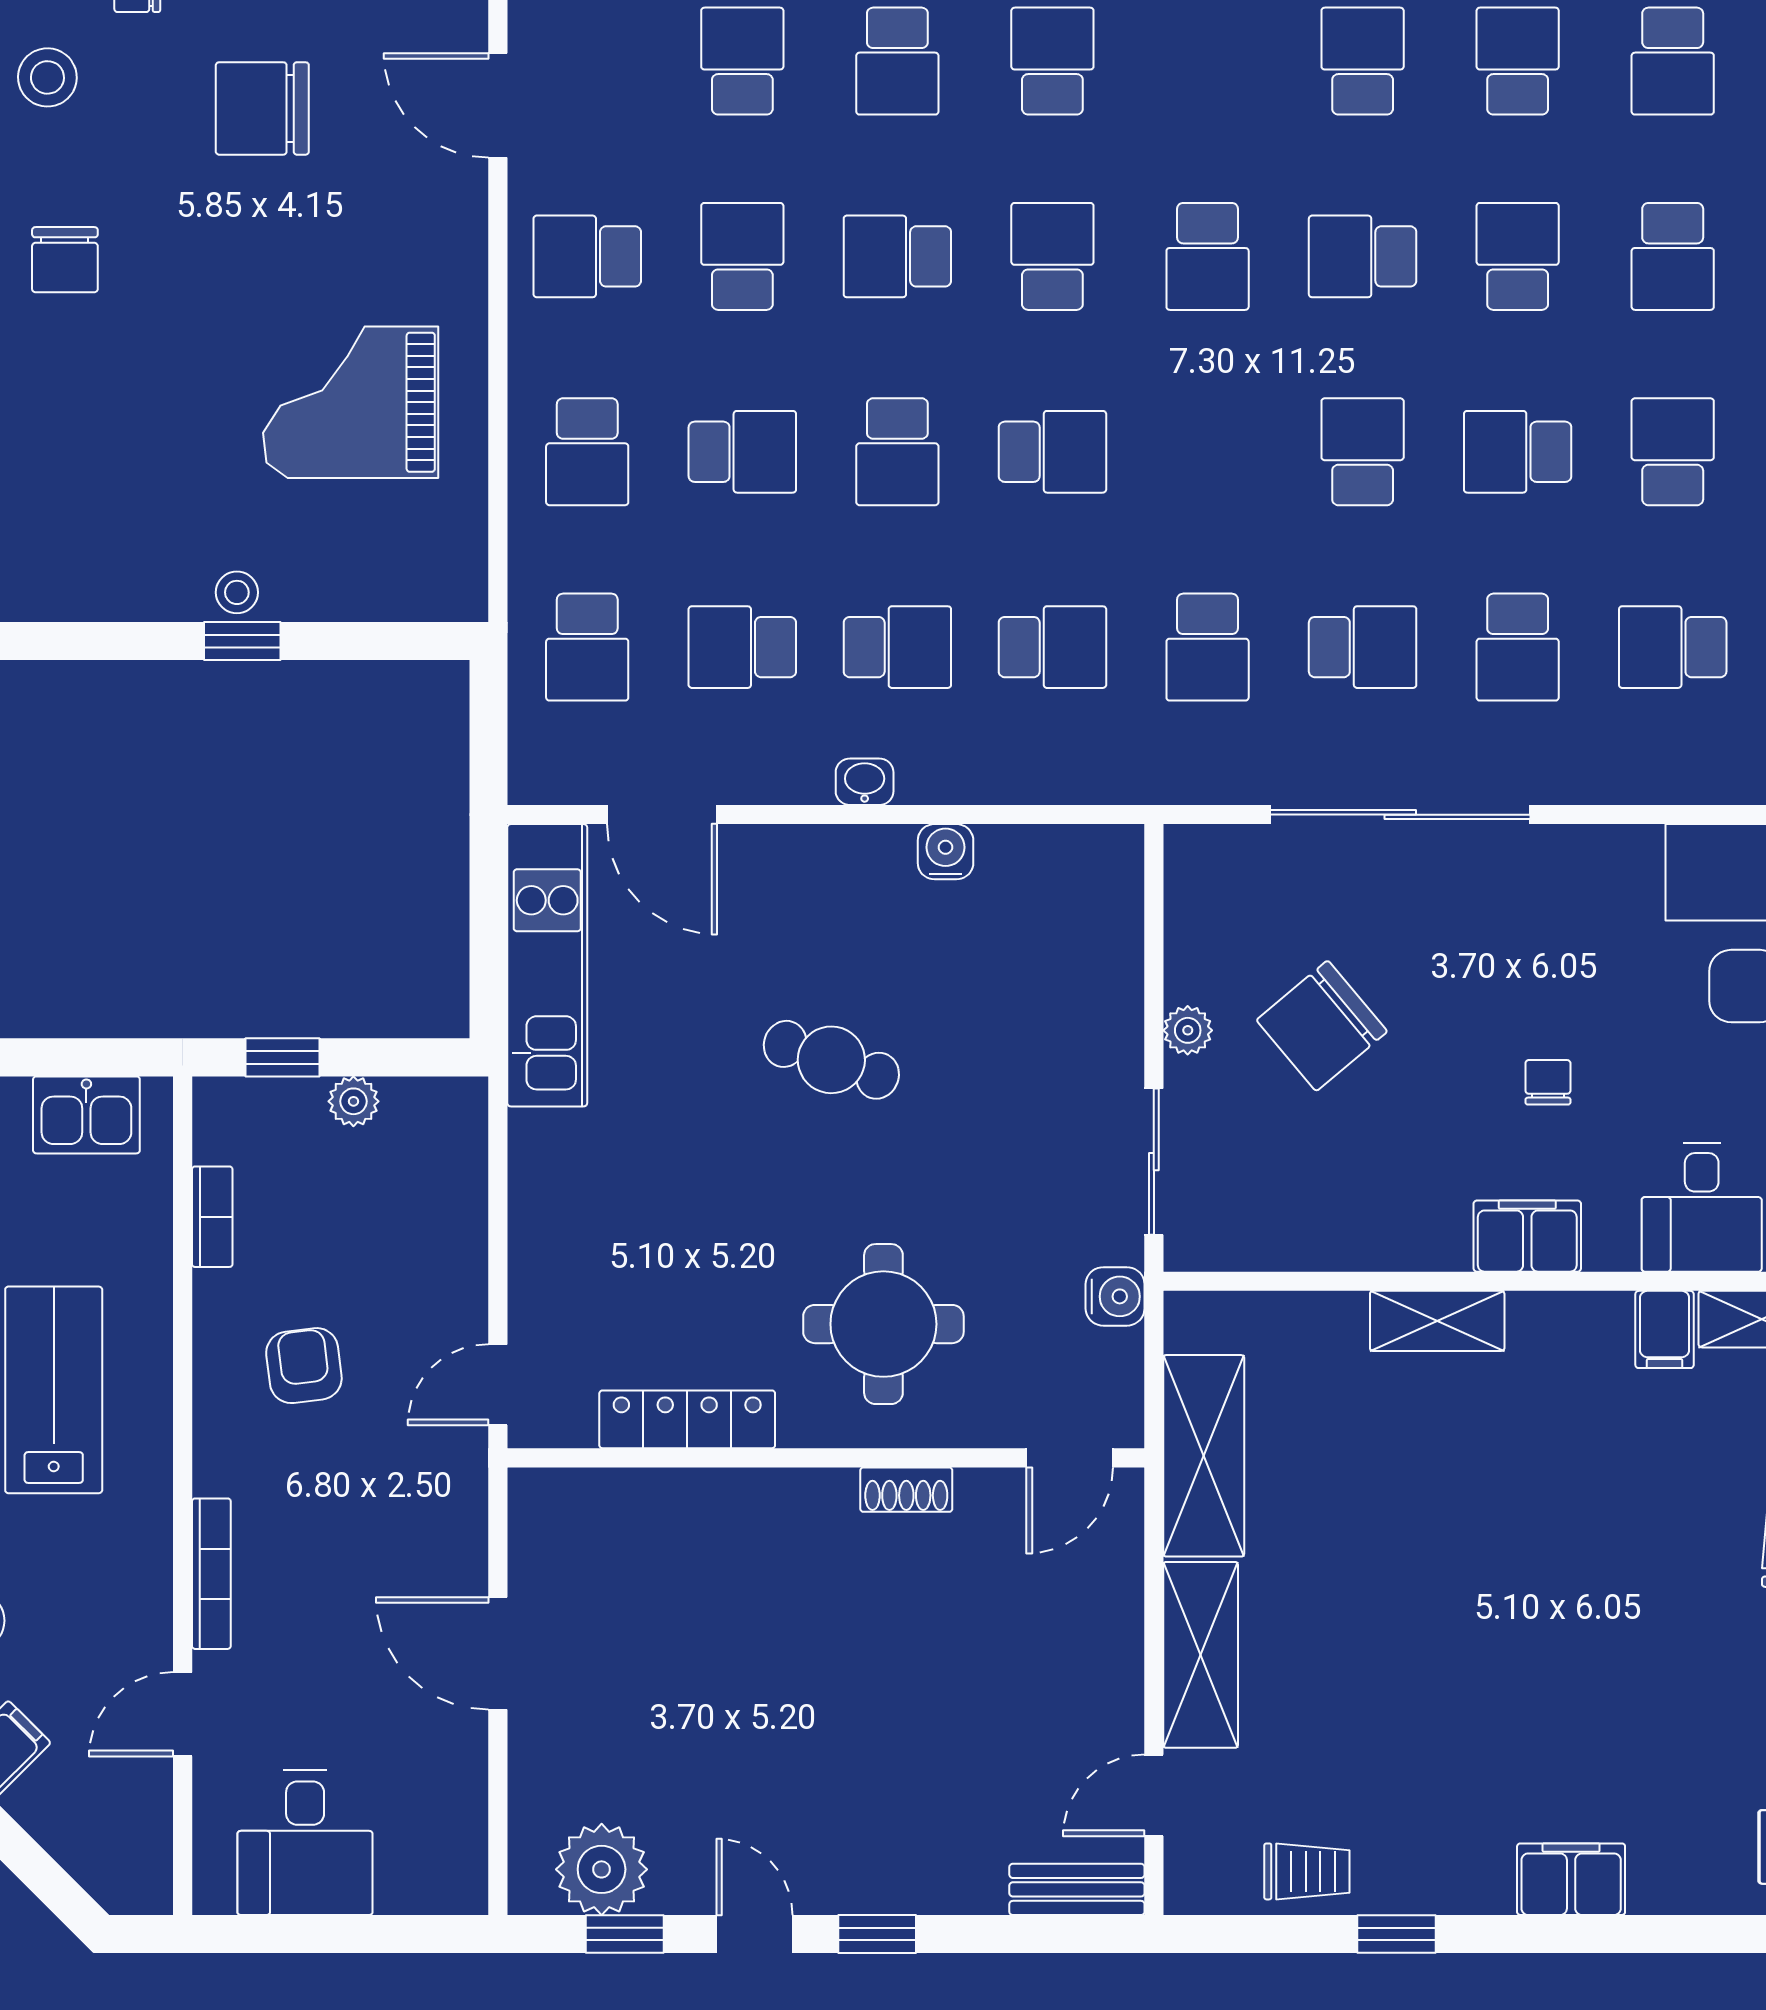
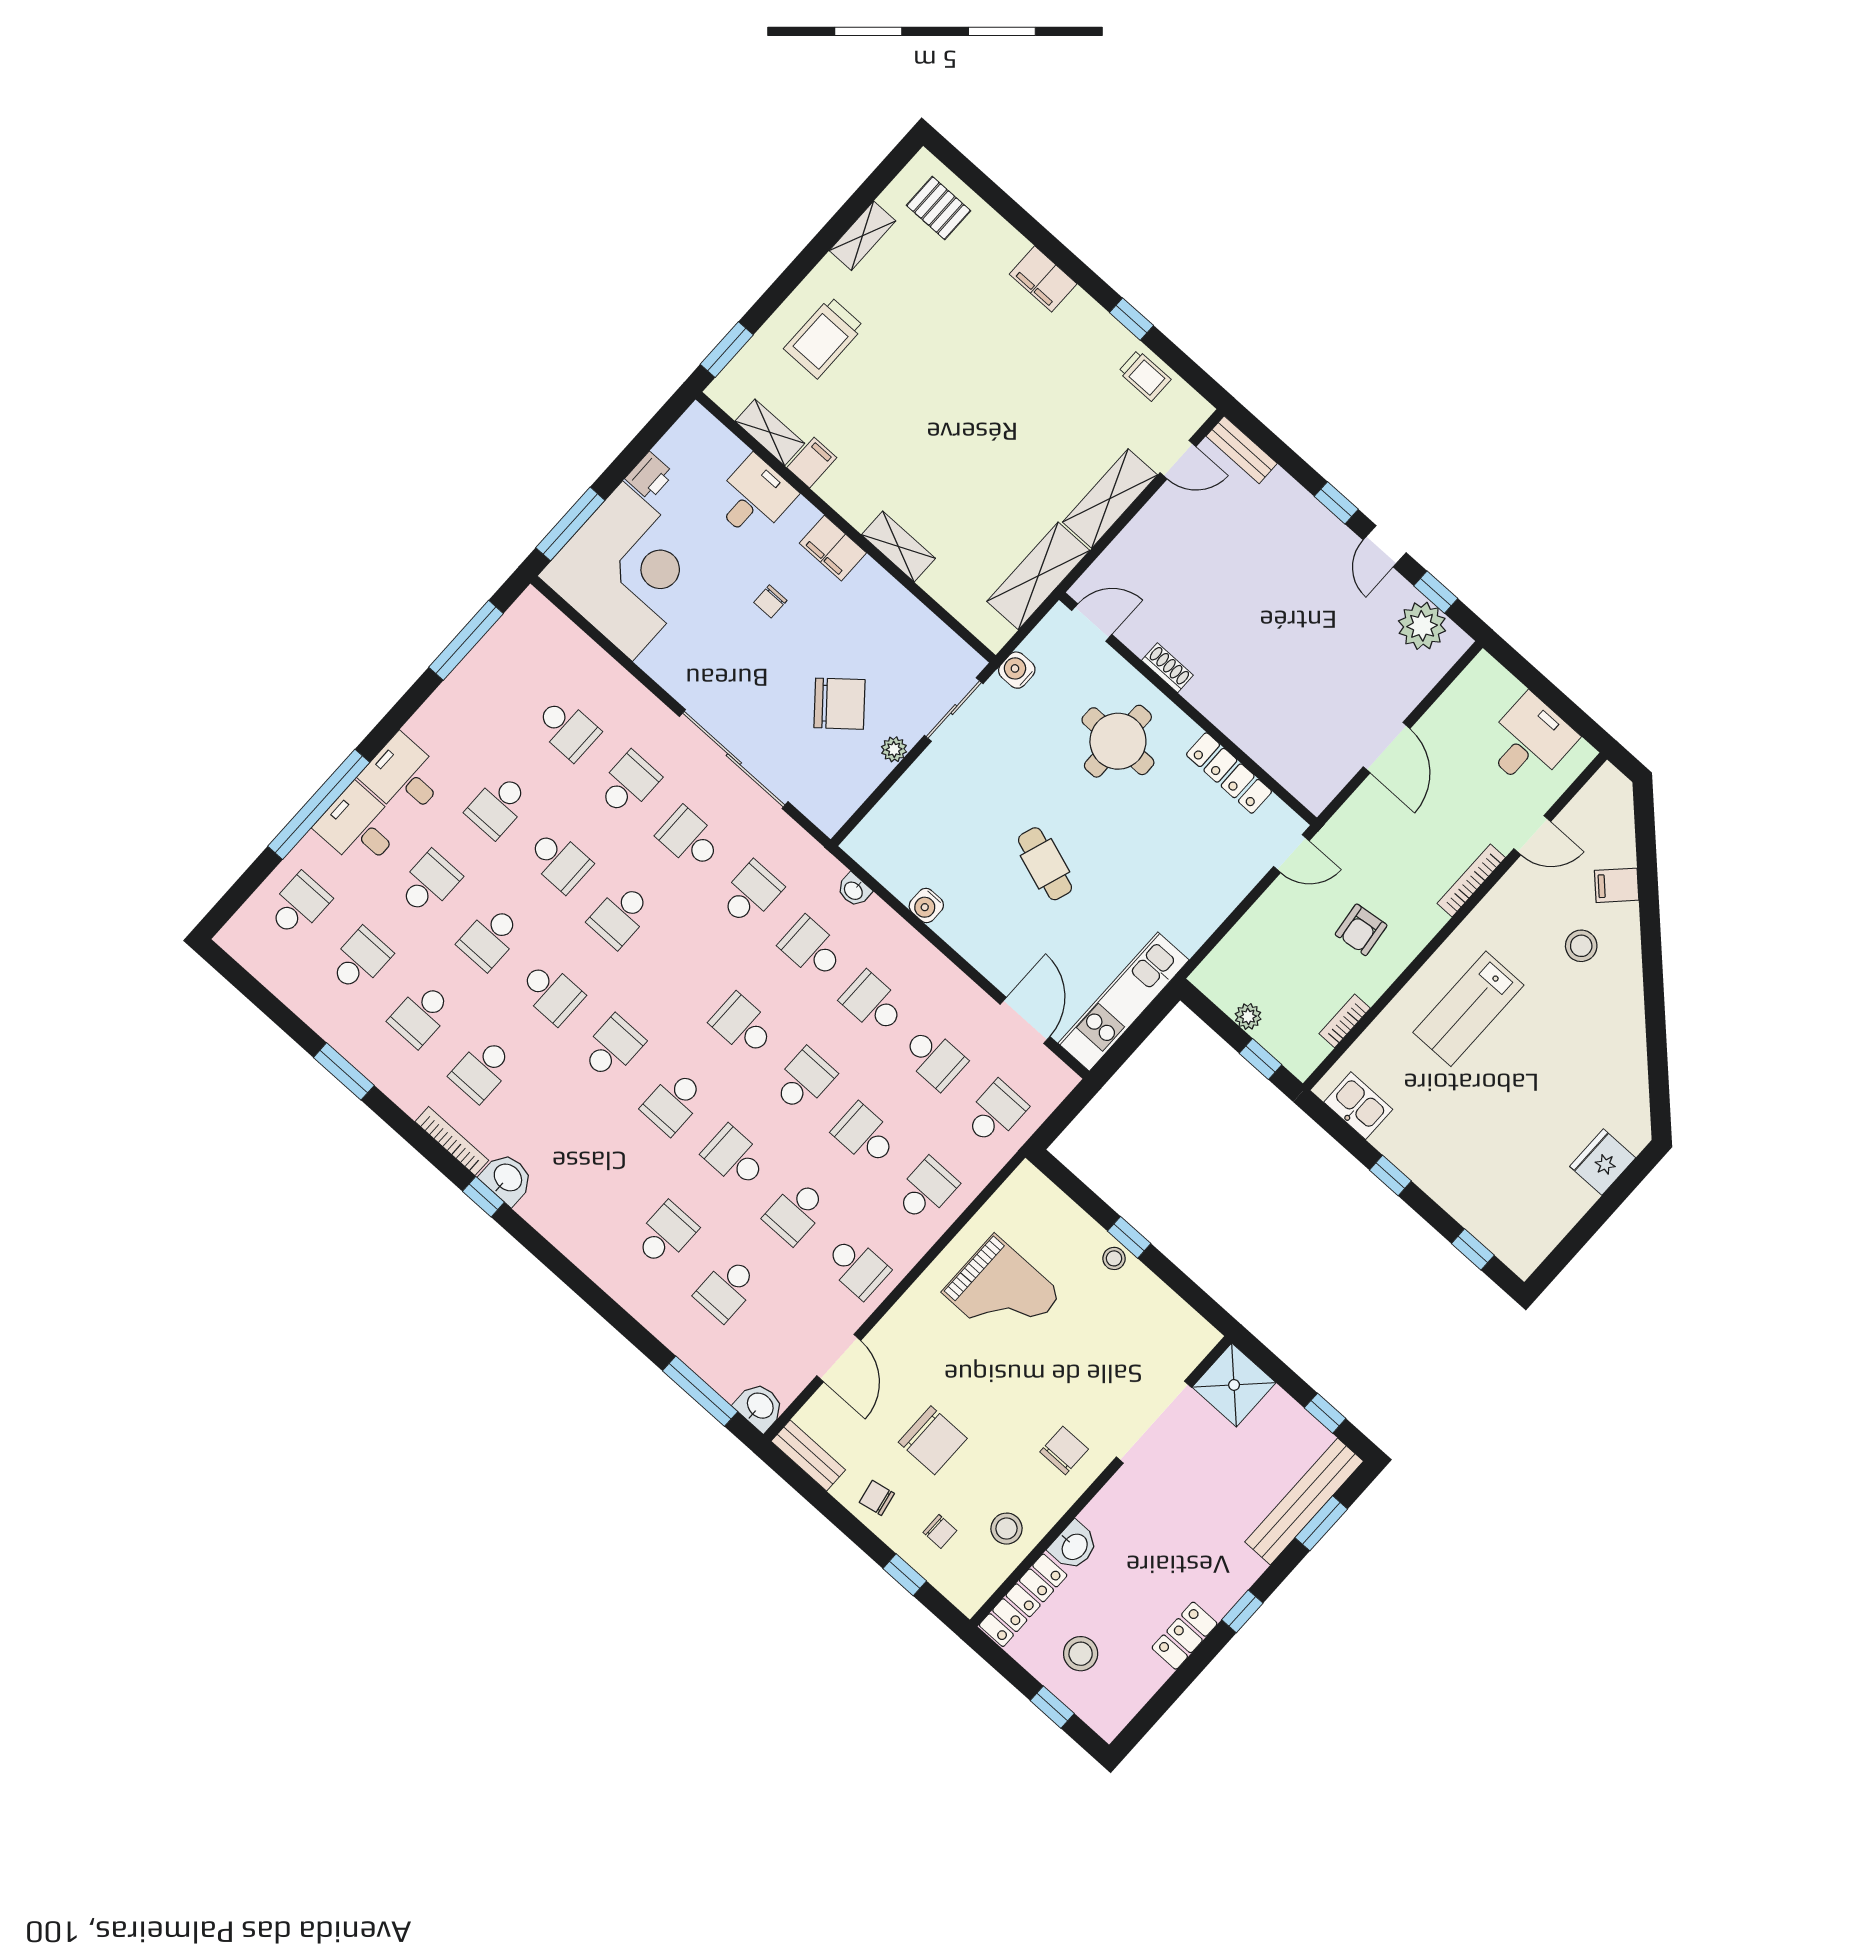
school desk: (1052, 61) -> (604, 1179), removed
school desk: (897, 256) -> (735, 1157), turned 180
washbasin: (865, 782) -> (854, 890), moved
trolley: (1307, 1871) -> (1145, 375), turned 180

